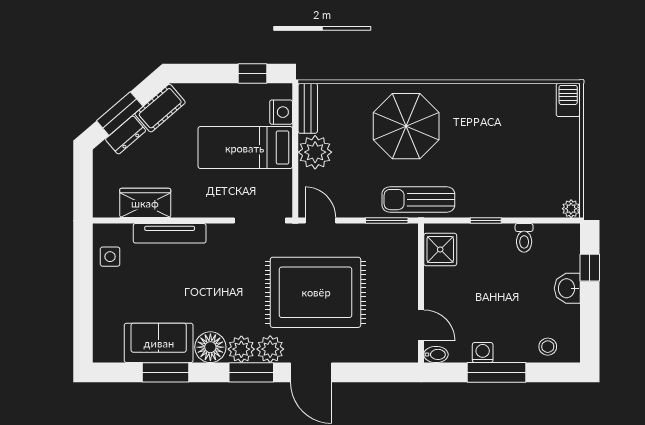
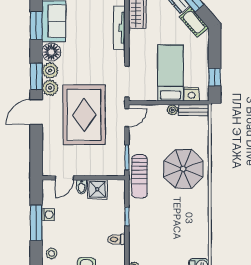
plant: (315, 152) -> (172, 110), width x0.53, depth x0.53
sun lounger: (418, 200) -> (139, 176), turned 180
shower: (440, 249) -> (97, 189), moved
bidet: (436, 354) -> (82, 187), moved

